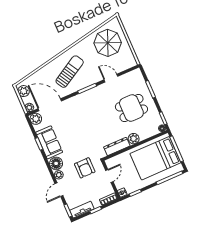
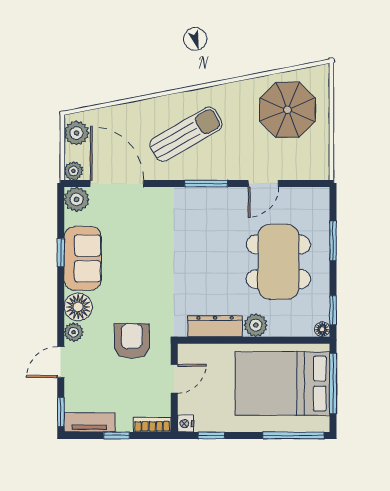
door: (111, 78) -> (263, 184), swing flipped
dining table: (131, 108) -> (278, 262), width x1.38
armchair: (85, 168) -> (132, 341), turned 180

